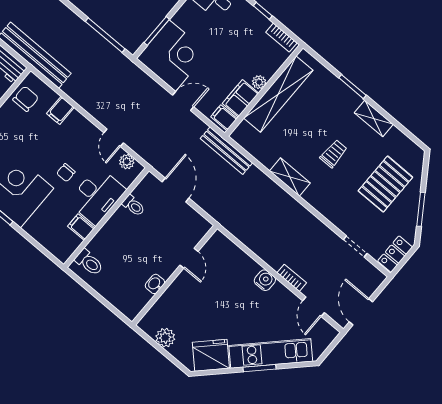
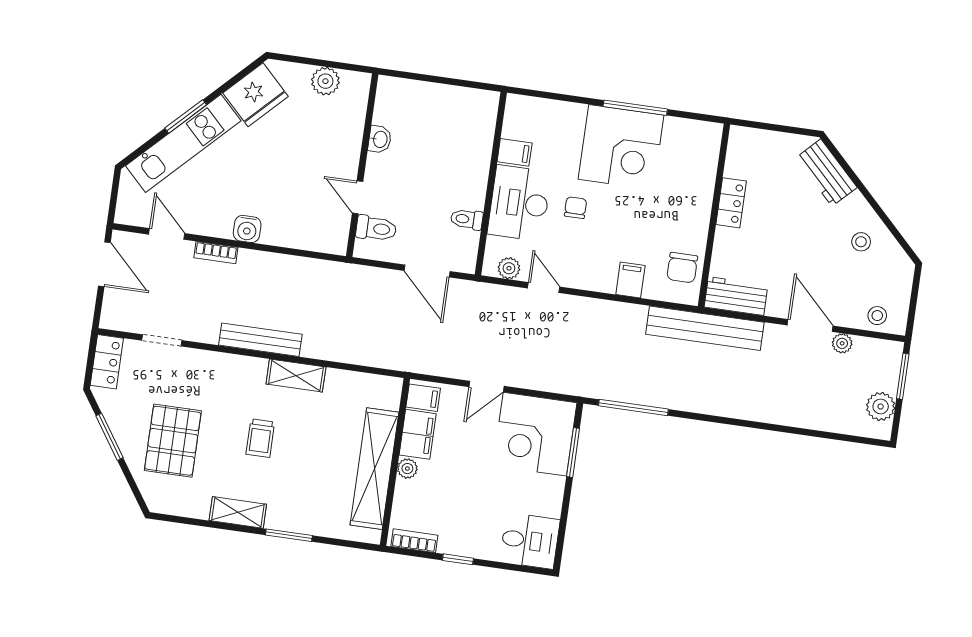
bench: (226, 151) -> (260, 340), moved
toilet: (89, 262) -> (376, 228), moved, turned 180

